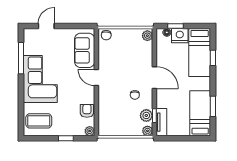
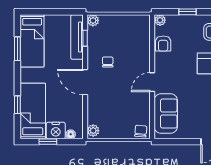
window: (175, 26) -> (48, 142), moved
door: (96, 78) -> (152, 82), swing flipped
plant: (146, 115) -> (94, 38), removed
tv unit: (161, 122) -> (77, 37), width x1.41

